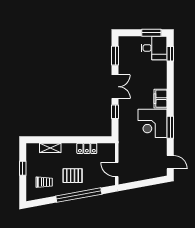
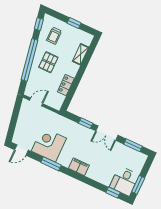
corner desk: (153, 123) -> (49, 145), moved
window: (40, 202) -> (39, 24), added

